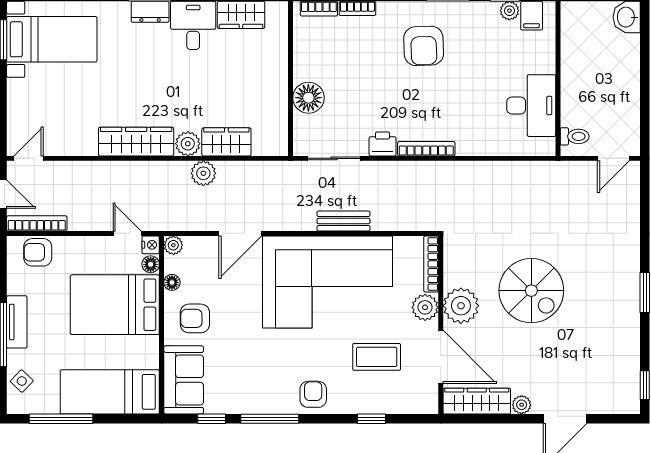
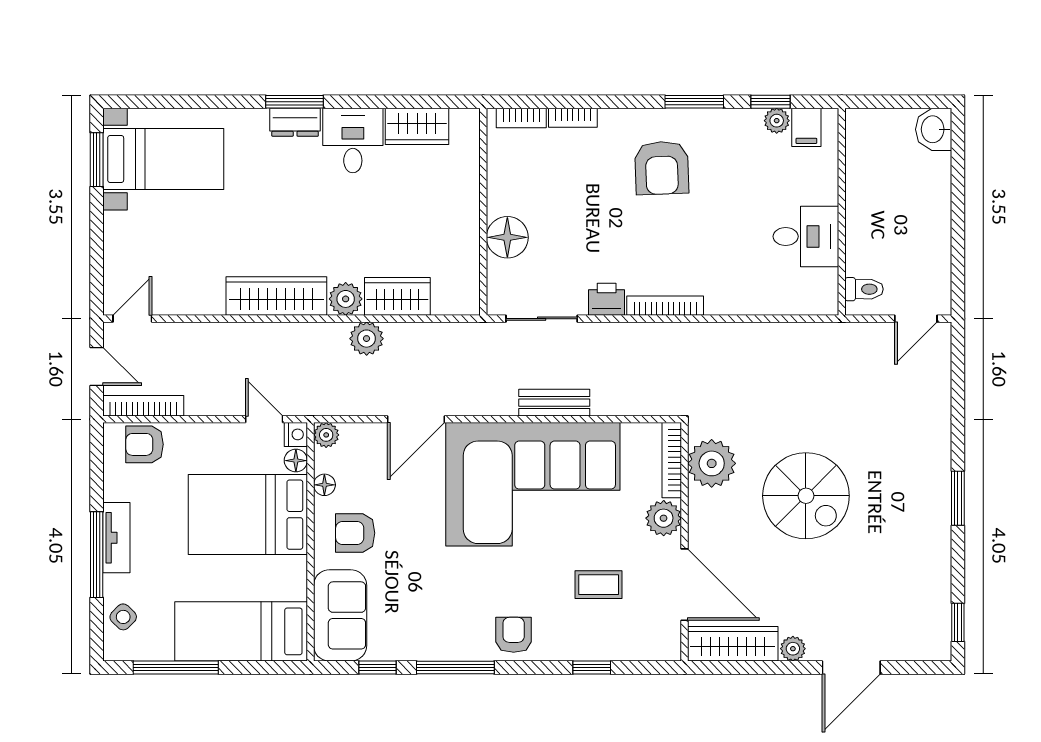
desk: (531, 106) -> (806, 236), width x0.73
plant: (461, 306) -> (712, 463), moved
coffee table: (377, 357) -> (599, 585), width x0.73, depth x0.77

